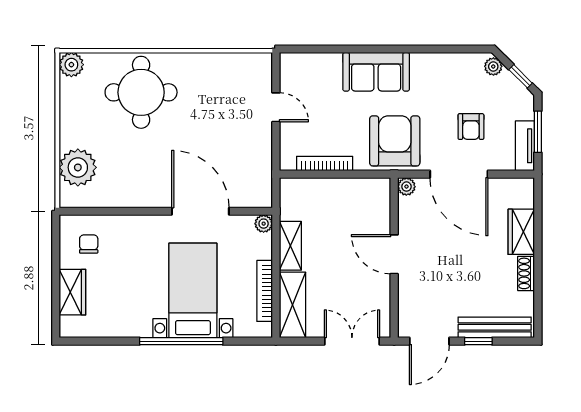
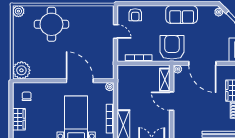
sofa: (376, 72) -> (182, 15), moved
armchair: (471, 127) -> (135, 15), moved
plant: (78, 167) -> (21, 70), moved
shelving: (290, 246) -> (165, 80), moved

